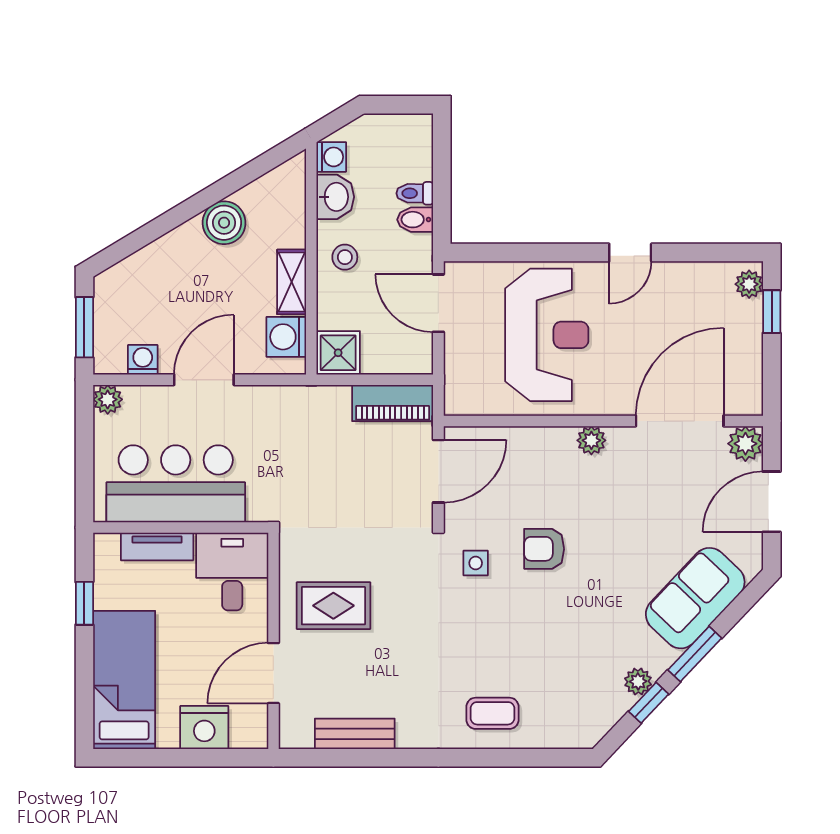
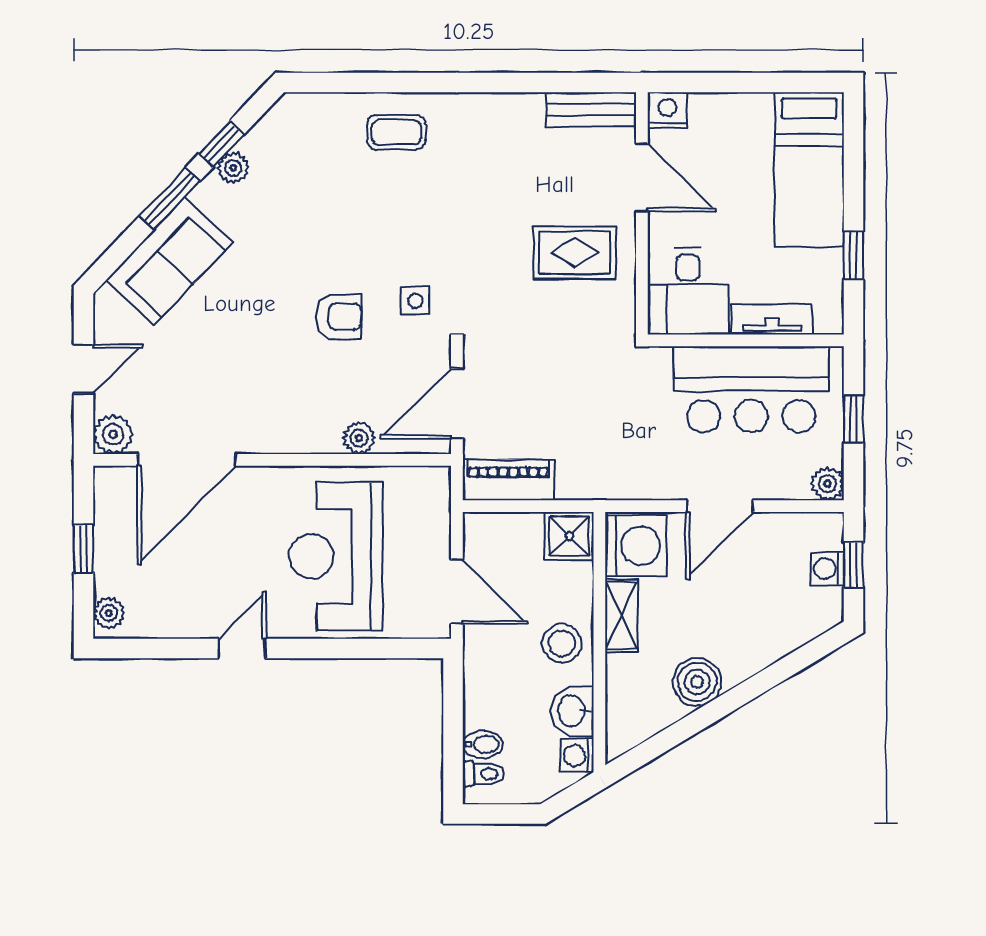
toilet: (415, 193) -> (483, 774), moved
bidet: (415, 220) -> (483, 744), moved
stool: (345, 257) -> (562, 643), width x1.37, depth x1.37
window: (772, 312) -> (83, 549), moved
window: (84, 327) -> (854, 565), width x0.67
washing machine: (286, 337) -> (636, 546), width x1.37, depth x1.37
washing machine: (143, 360) -> (827, 569), moved, turned 90
plant: (591, 440) -> (359, 438), moved
window: (84, 457) -> (854, 419), added
door: (772, 502) -> (83, 369), width x0.73
door: (273, 673) -> (642, 177), hinge flipped
nightstand: (204, 727) -> (667, 110), moved, width x0.74, depth x0.75
bench: (355, 734) -> (591, 109), moved

